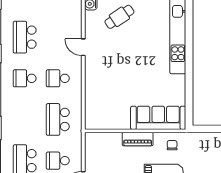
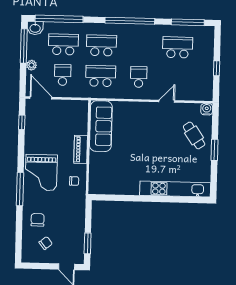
school desk: (25, 78) -> (101, 45), moved, width x1.85
sofa: (158, 118) -> (101, 126), moved

